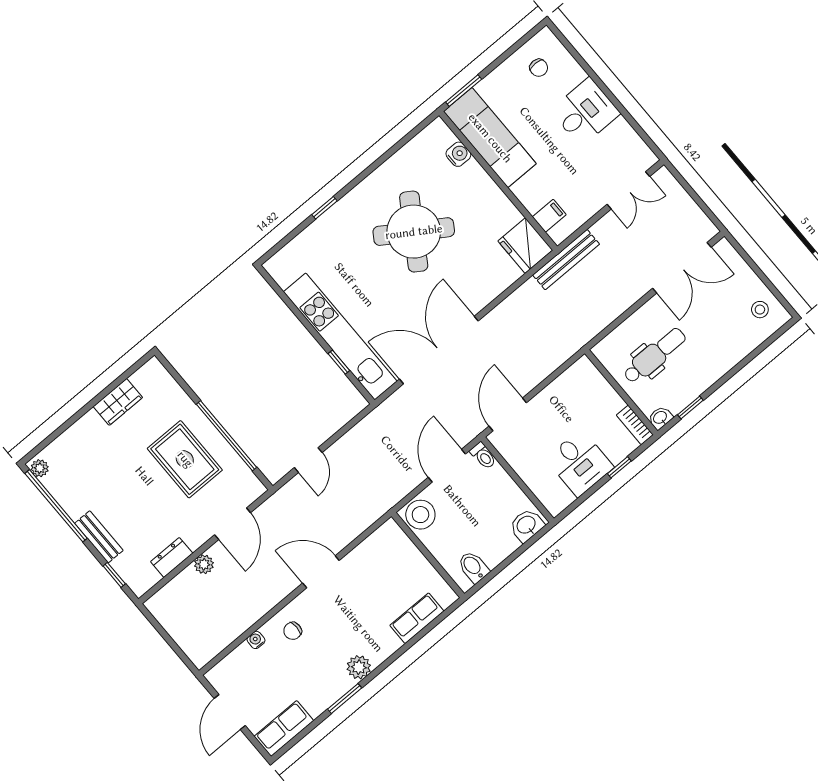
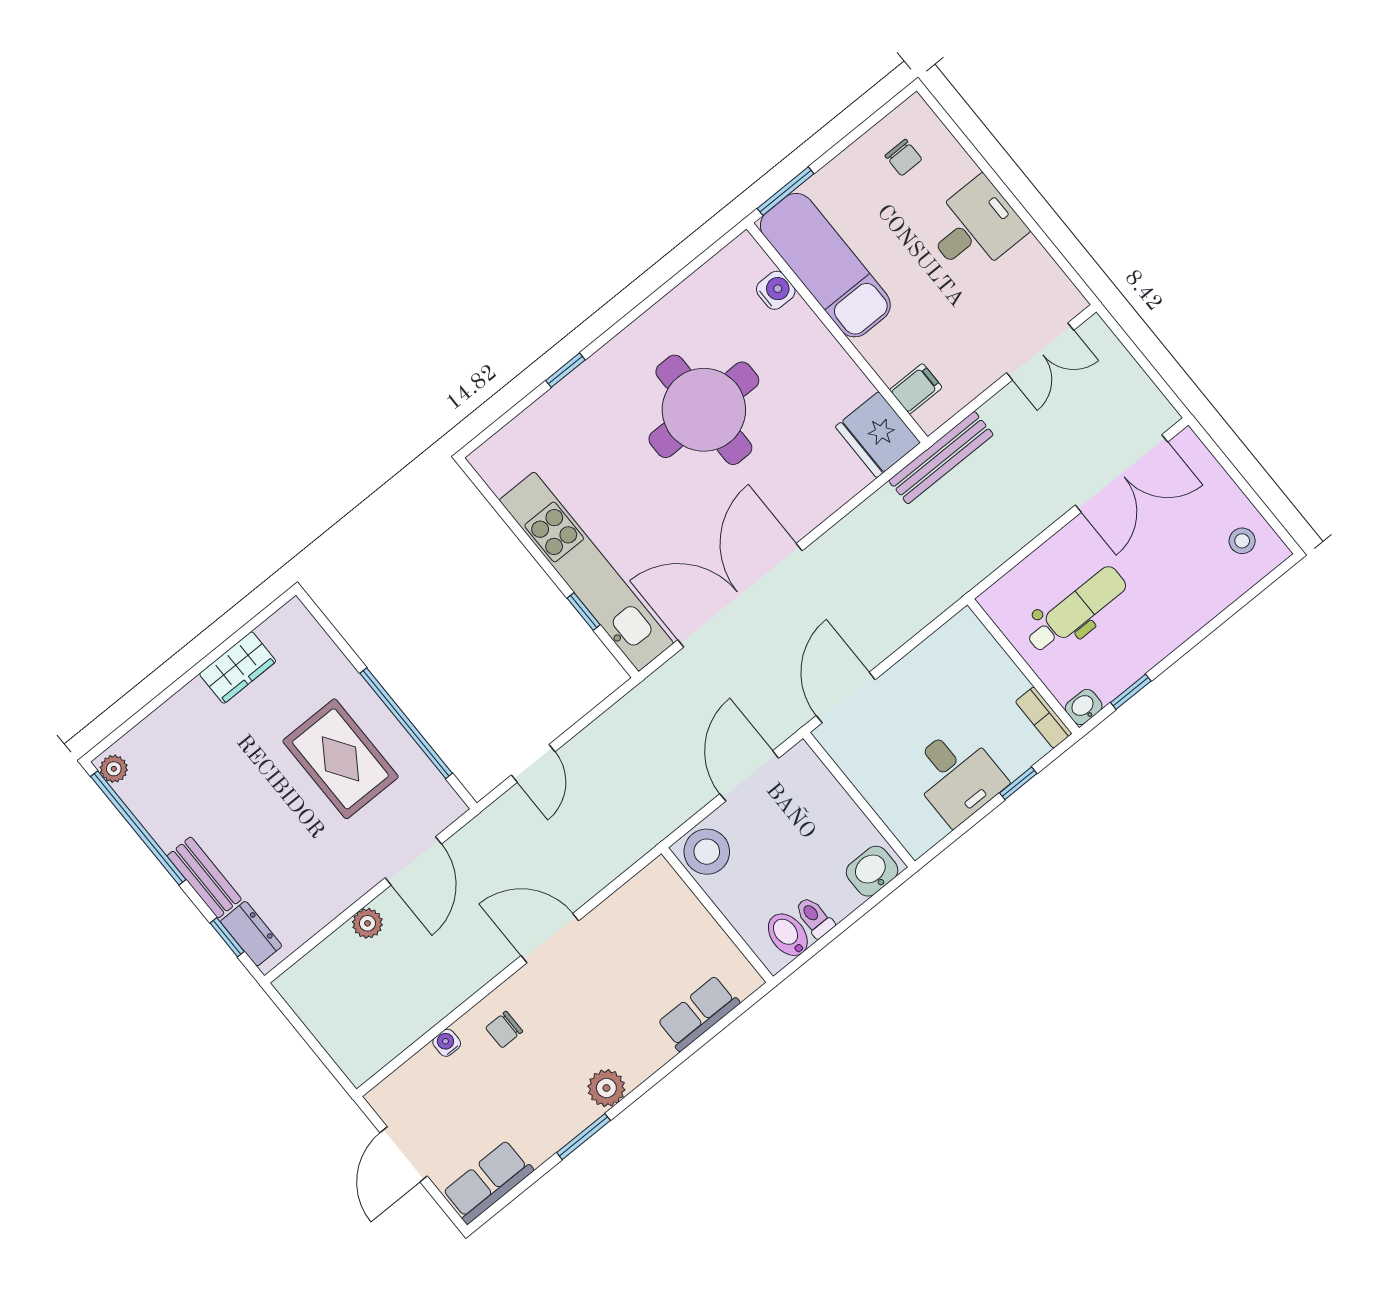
round table: (414, 232) -> (704, 410), turned -33
toilet: (483, 456) -> (814, 917), moved, turned 180
dresser: (172, 557) -> (251, 934), moved, turned 90

